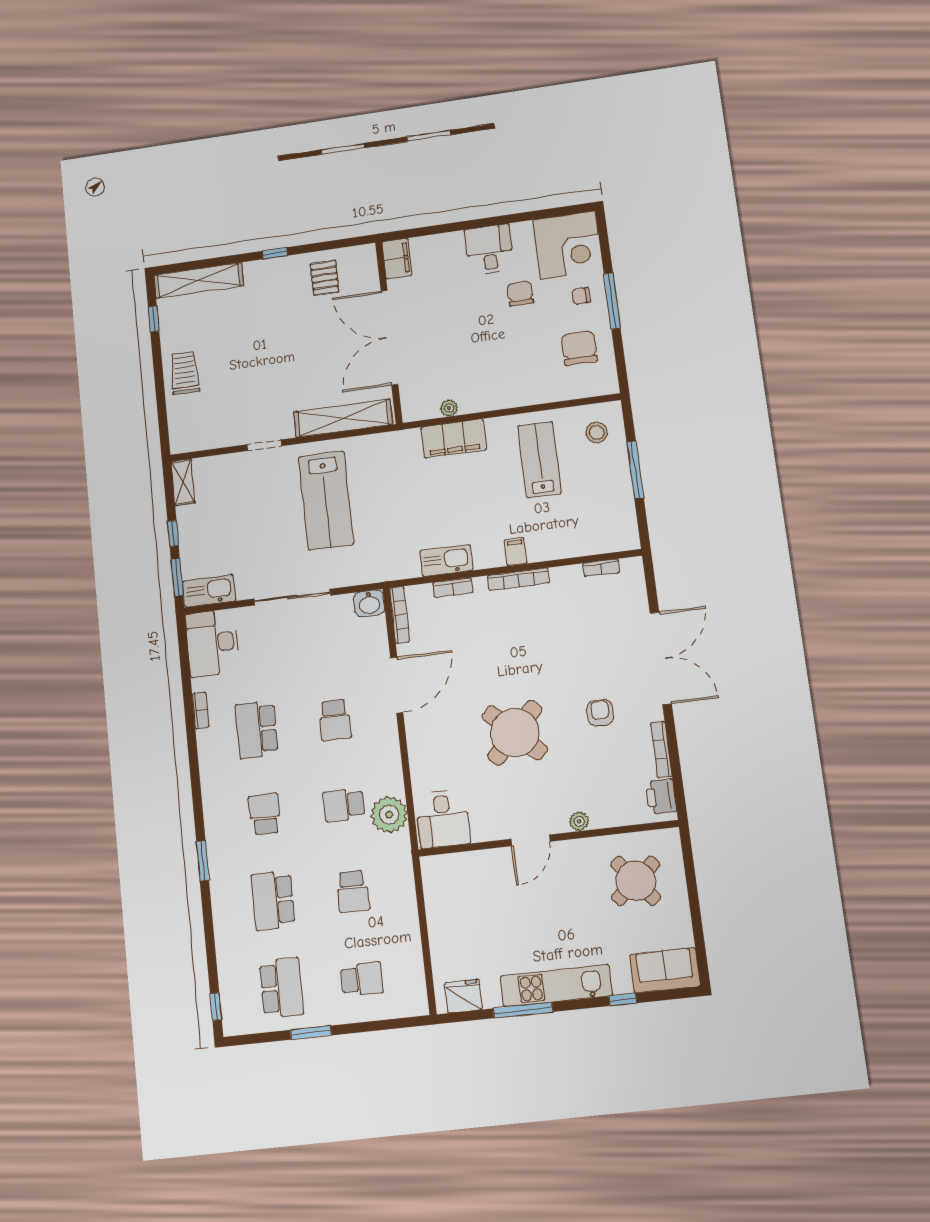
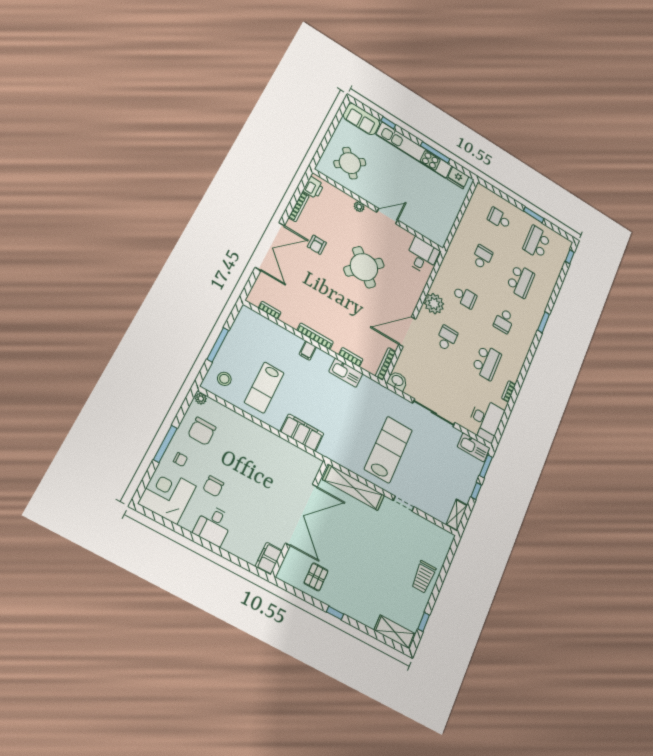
shelving: (199, 280) -> (395, 632), width x0.68
plant: (449, 408) -> (201, 399), moved
double door: (661, 658) -> (270, 246), swing flipped
plant: (389, 815) -> (434, 304), moved
kitchen unit: (556, 986) -> (414, 150), width x1.36

